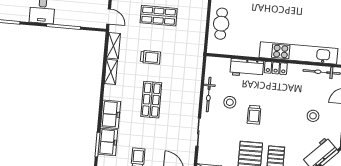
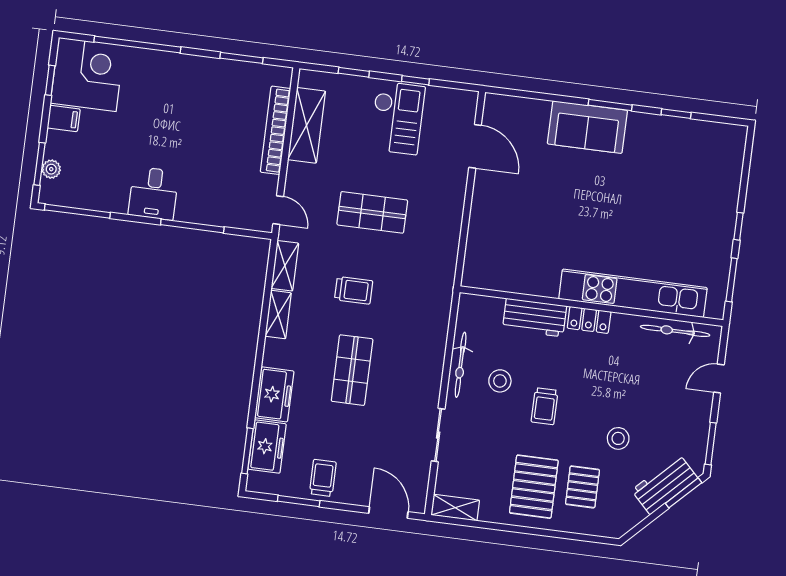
cafe table: (221, 24) -> (489, 232), removed
stool: (313, 116) -> (618, 438), moved

